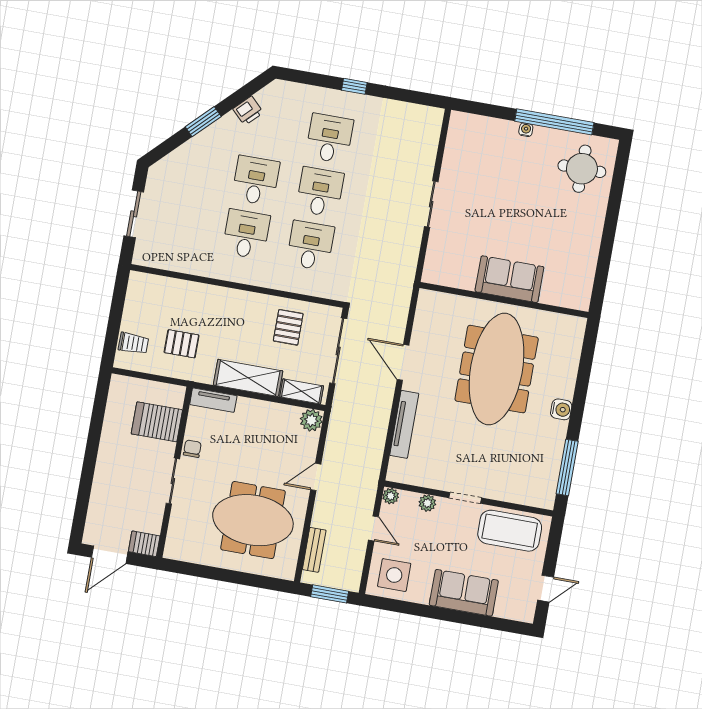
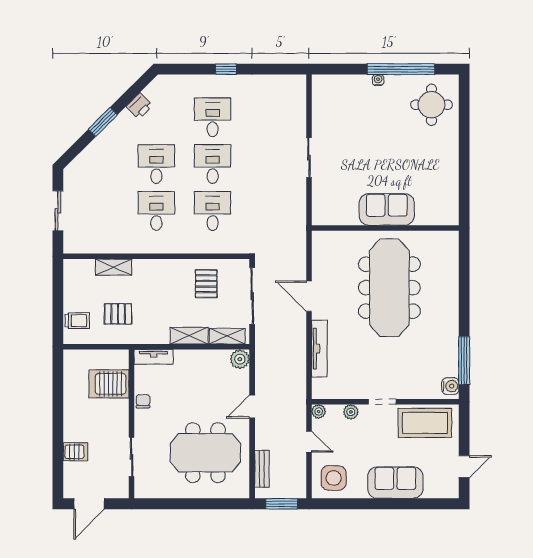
shelving: (186, 289) -> (114, 267), added
shelving: (248, 378) -> (189, 336), width x0.67, depth x0.75
water cooler: (561, 409) -> (450, 386), moved
sliding door: (173, 481) -> (132, 457), moved
server rack: (144, 544) -> (75, 452), moved, turned 180

